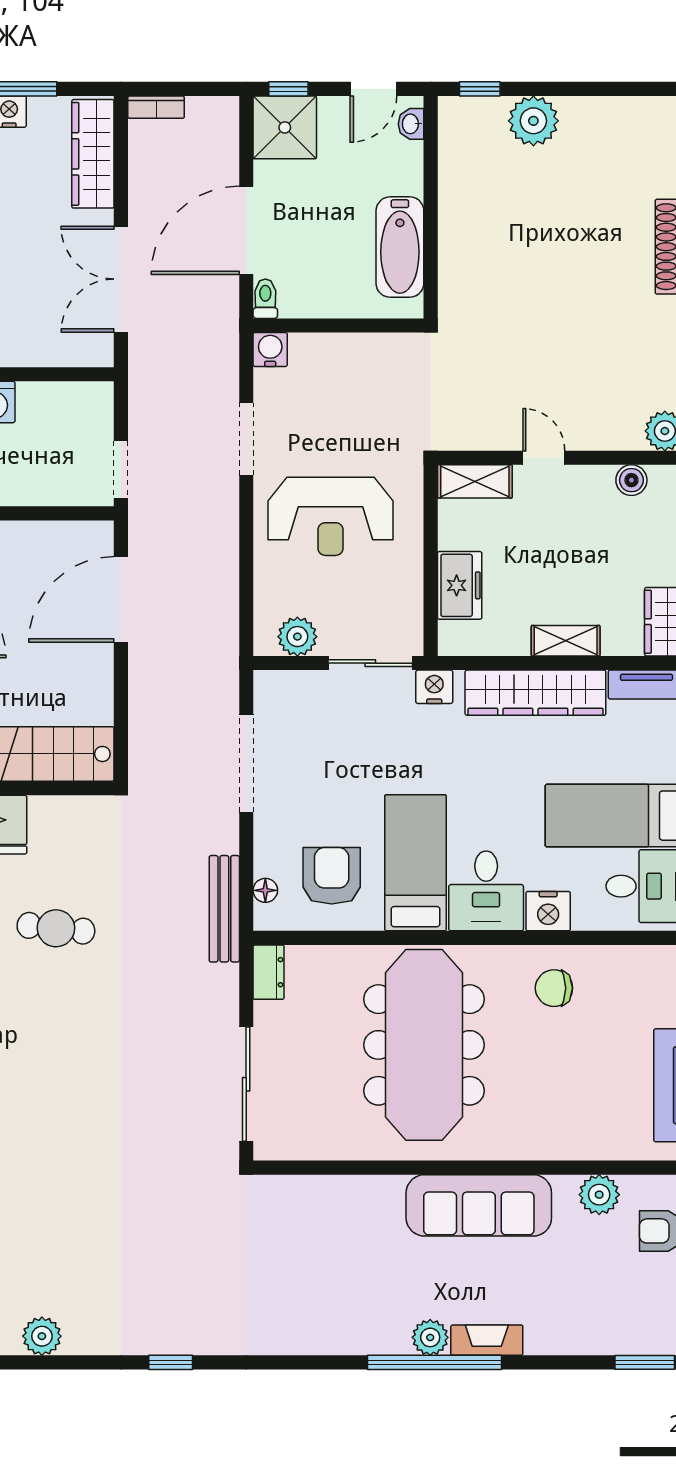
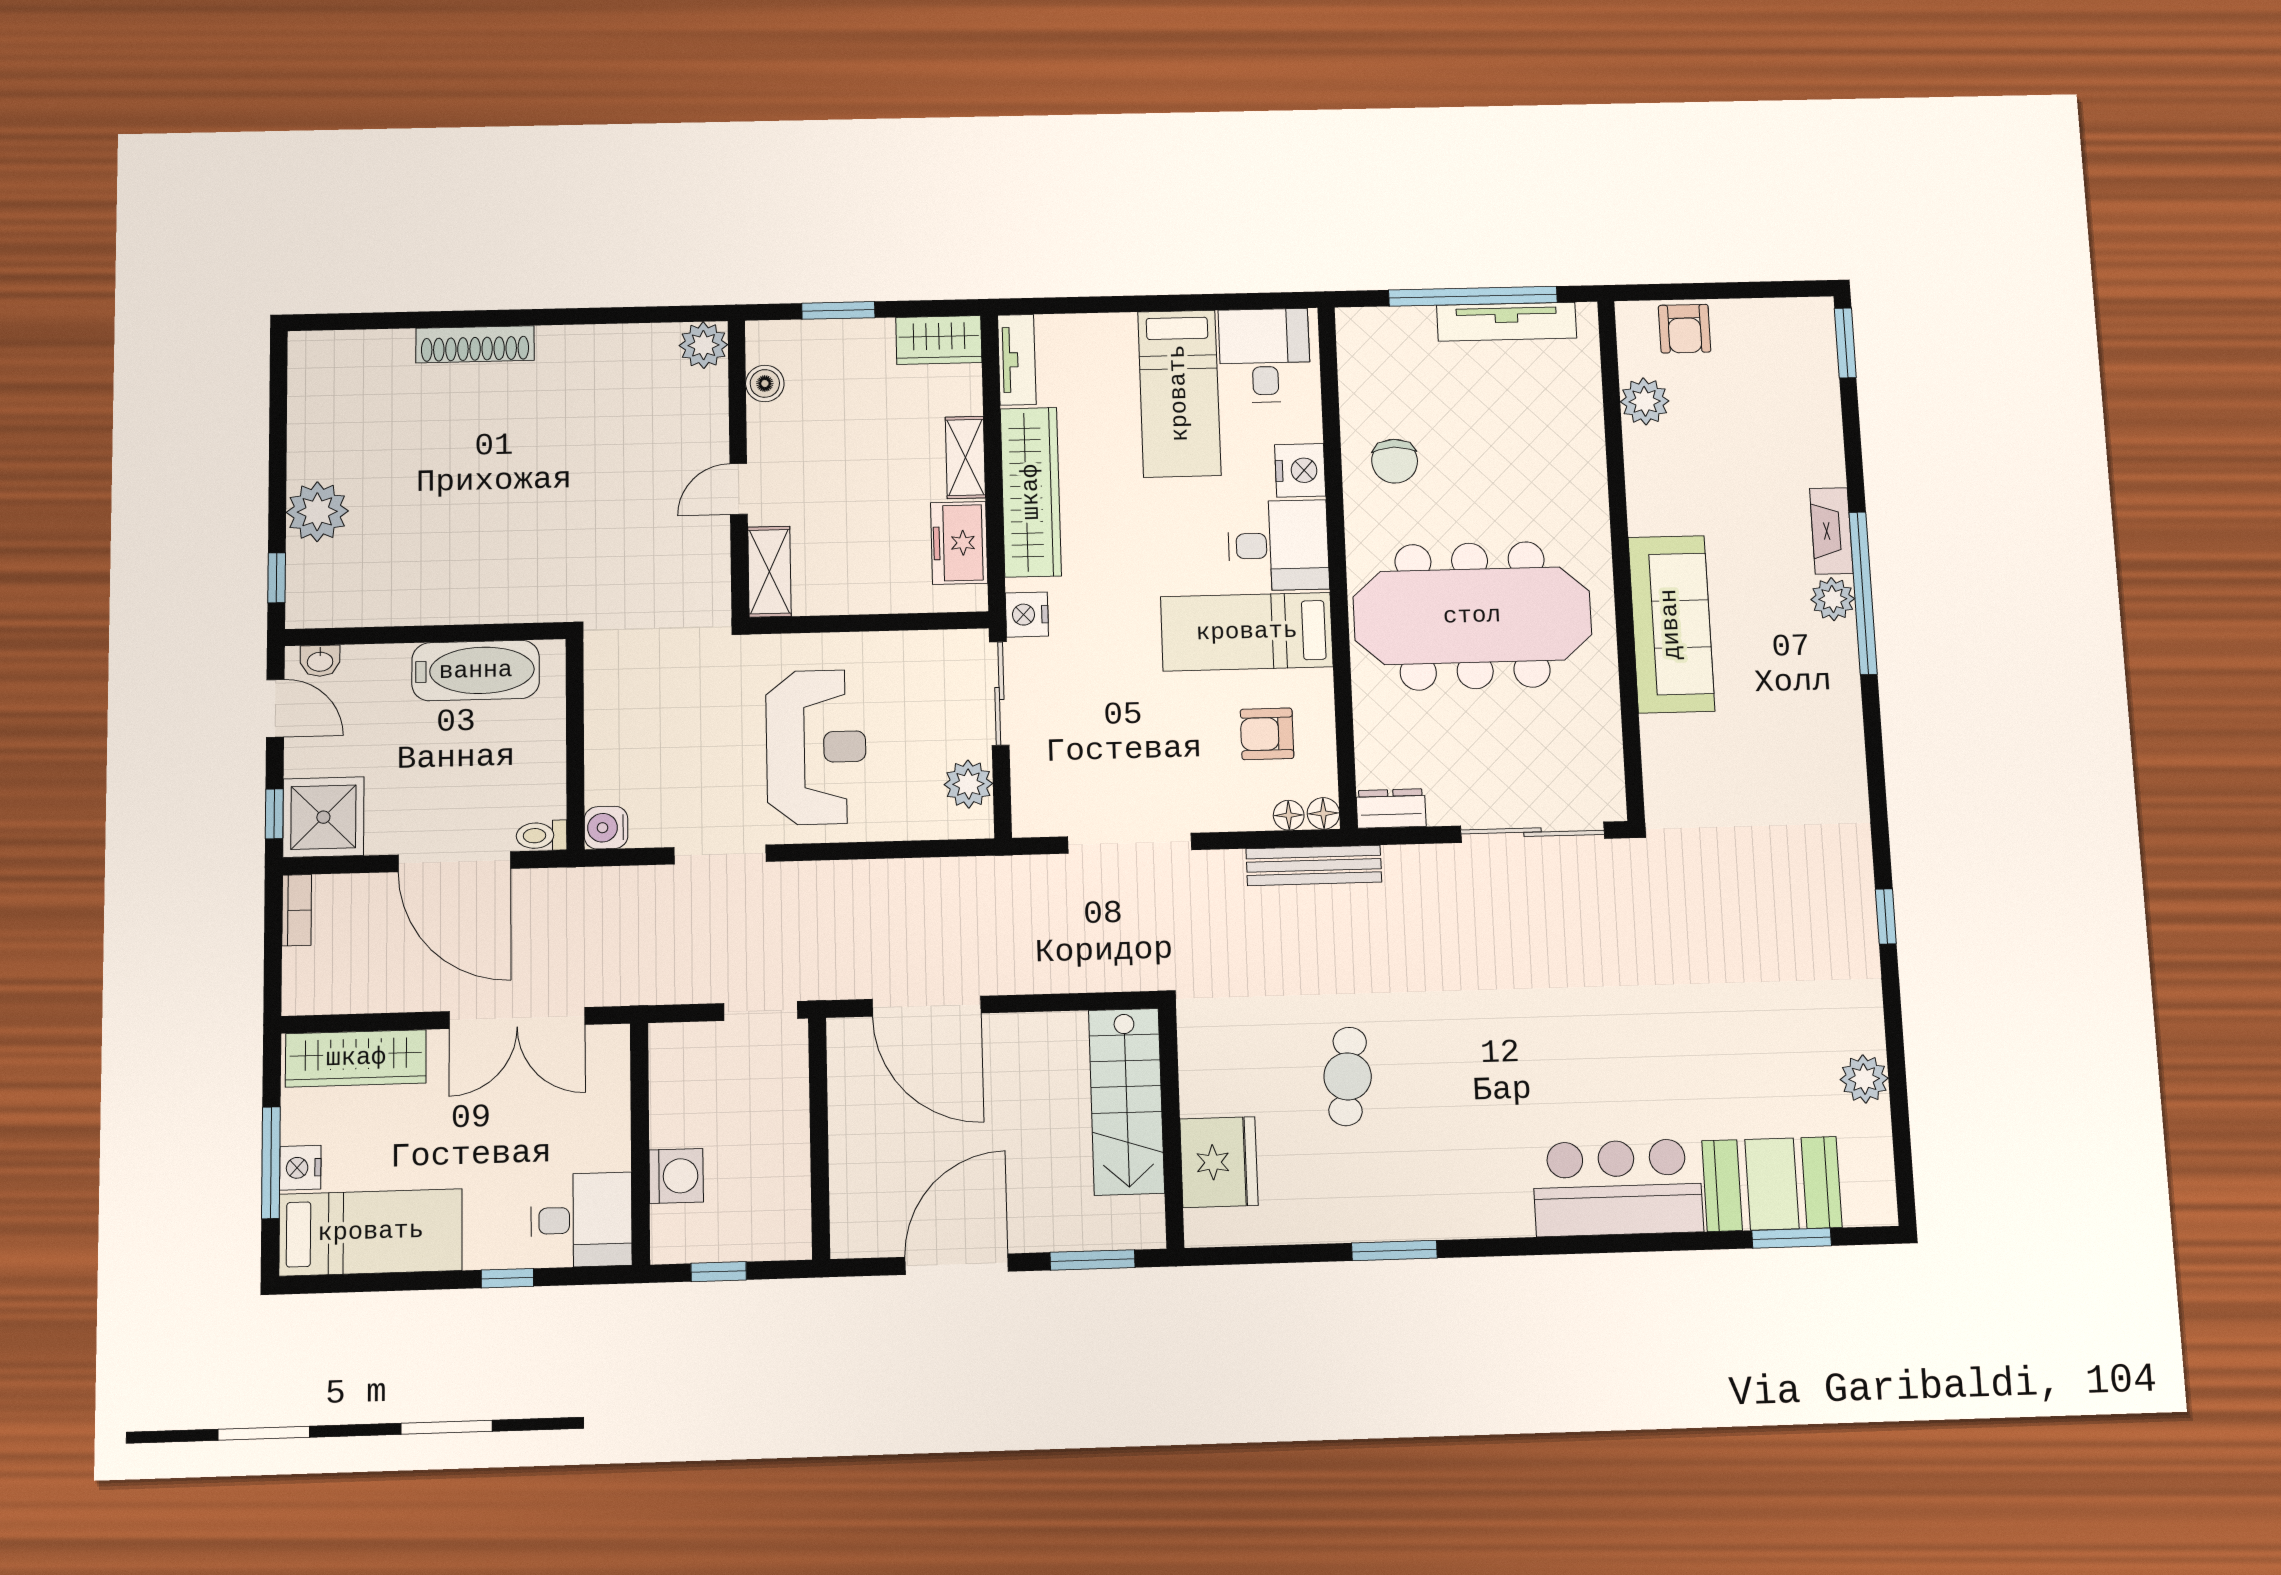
bookcase: (156, 107) -> (297, 910), moved
freezer: (460, 585) -> (959, 543), moved, turned -90
armchair: (332, 876) -> (1267, 734), width x0.72, depth x0.72
floor lamp: (266, 918) -> (1323, 813), added
sofa: (479, 1205) -> (1671, 624), moved

